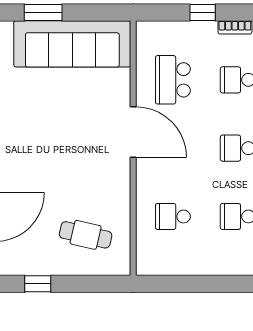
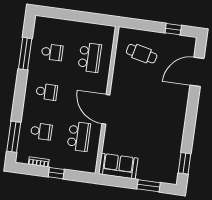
sofa: (72, 44) -> (118, 166), width x0.54, depth x0.79
school desk: (173, 216) -> (90, 57), width x1.85

